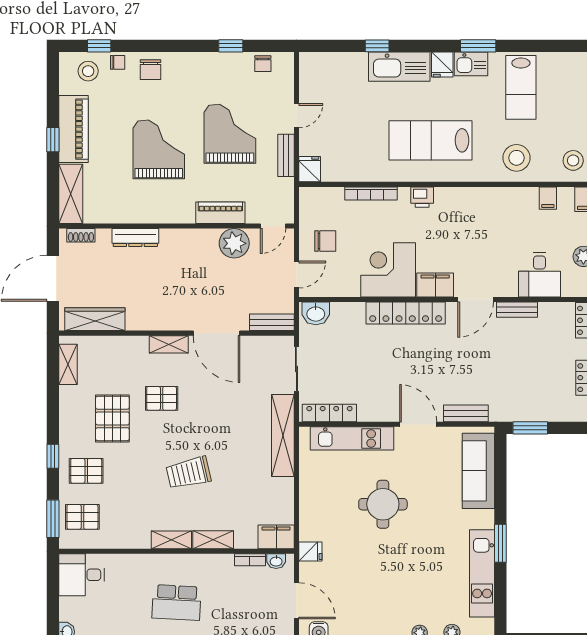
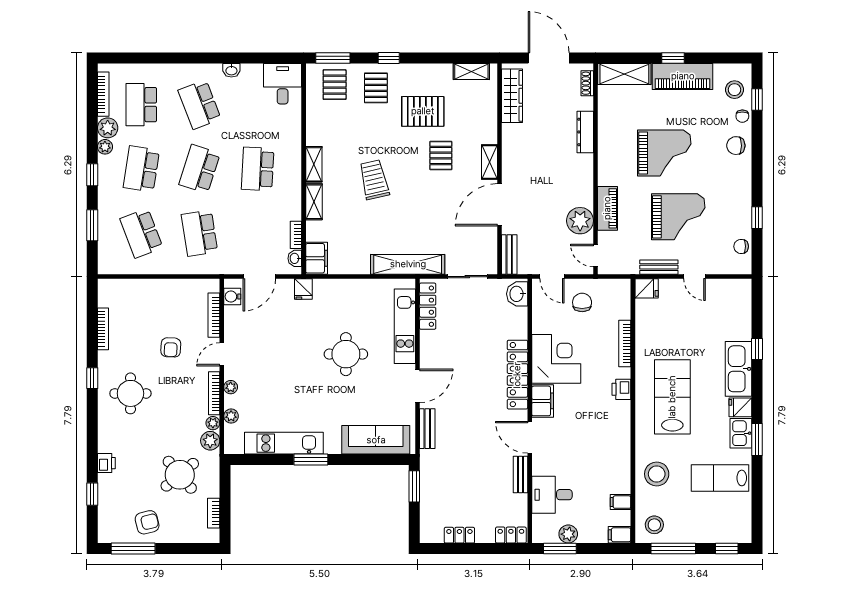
chair: (325, 241) -> (582, 302), turned 180

